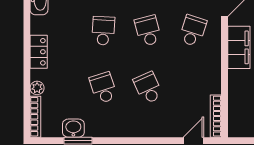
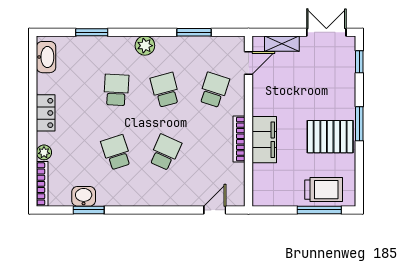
filing cabinet: (239, 47) -> (264, 140), moved
school desk: (148, 88) -> (165, 152), turned 48
bookcase: (216, 116) -> (239, 139), moved

